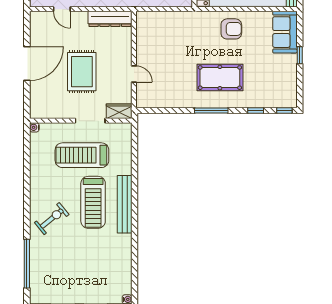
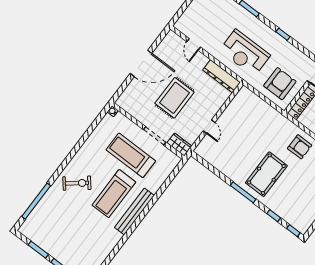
pool table: (220, 78) -> (266, 174), turned 90

